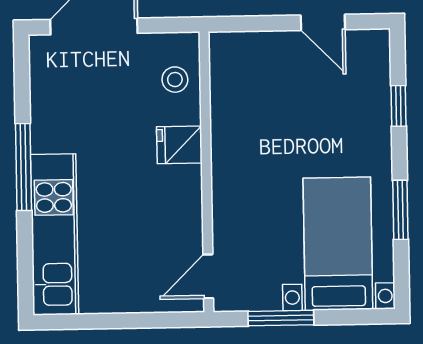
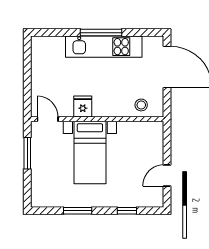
fridge: (179, 145) -> (83, 107), moved
kitchen unit: (54, 234) -> (104, 47), moved
bed with nightstands: (338, 244) -> (90, 153), moved, turned 90

